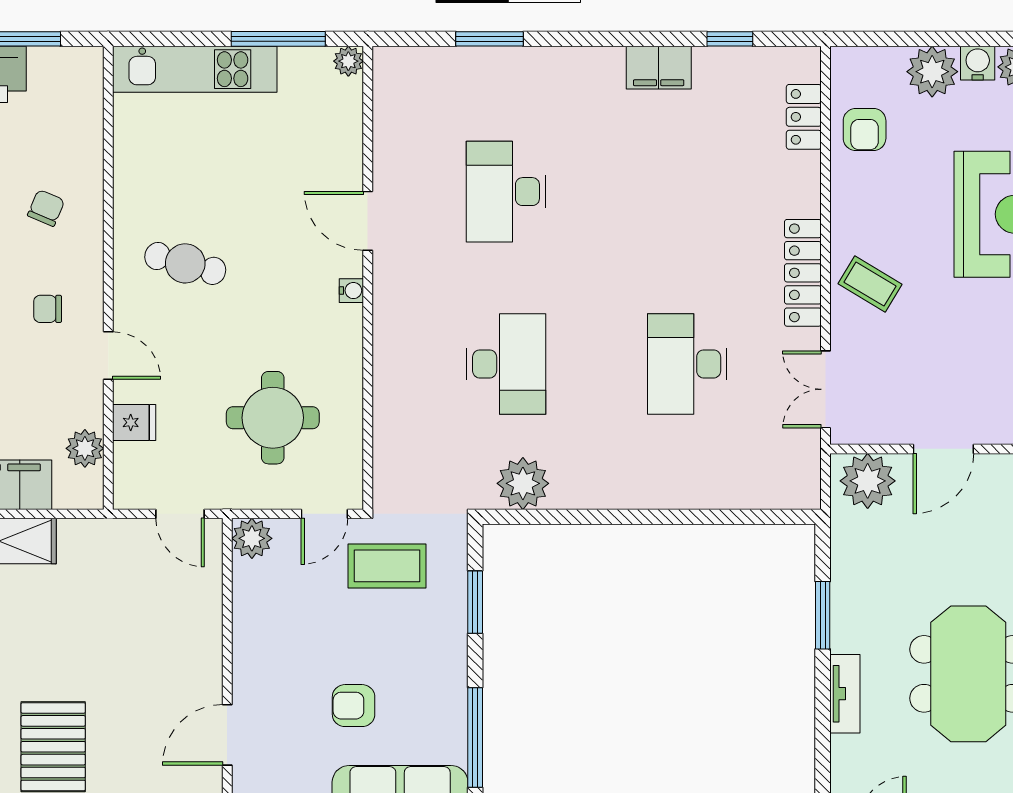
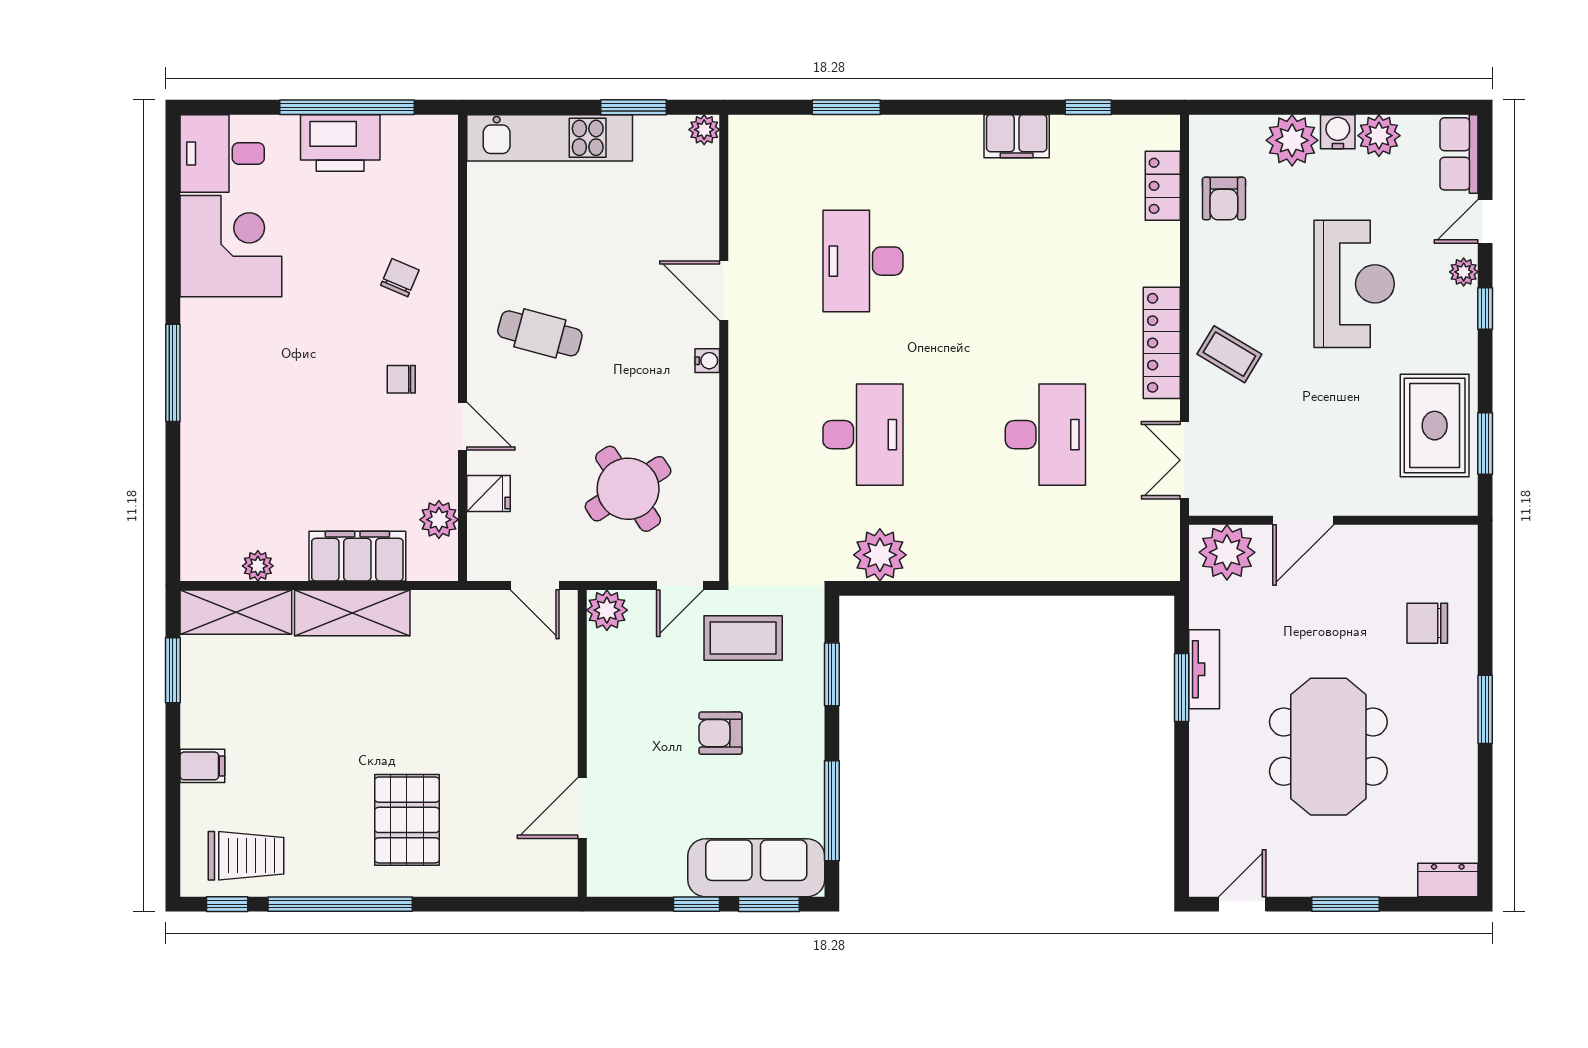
window: (278, 39) -> (633, 107), width x0.69
desk: (687, 364) -> (1045, 435), turned 180
round table: (273, 418) -> (628, 489), turned -33
tv unit: (845, 694) -> (1204, 669), moved
armchair: (354, 706) -> (720, 733), moved

